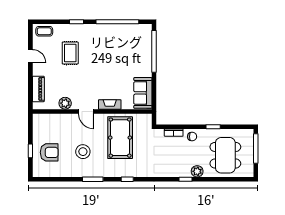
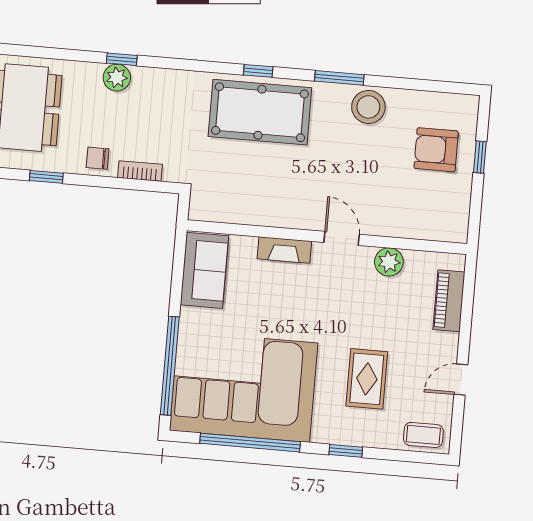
corner sofa: (122, 45) -> (244, 387), added
door: (30, 56) -> (461, 380), hinge flipped
pool table: (120, 138) -> (260, 112), moved, turned 90
stool: (83, 152) -> (368, 107), moved
plant: (197, 171) -> (117, 78), moved

